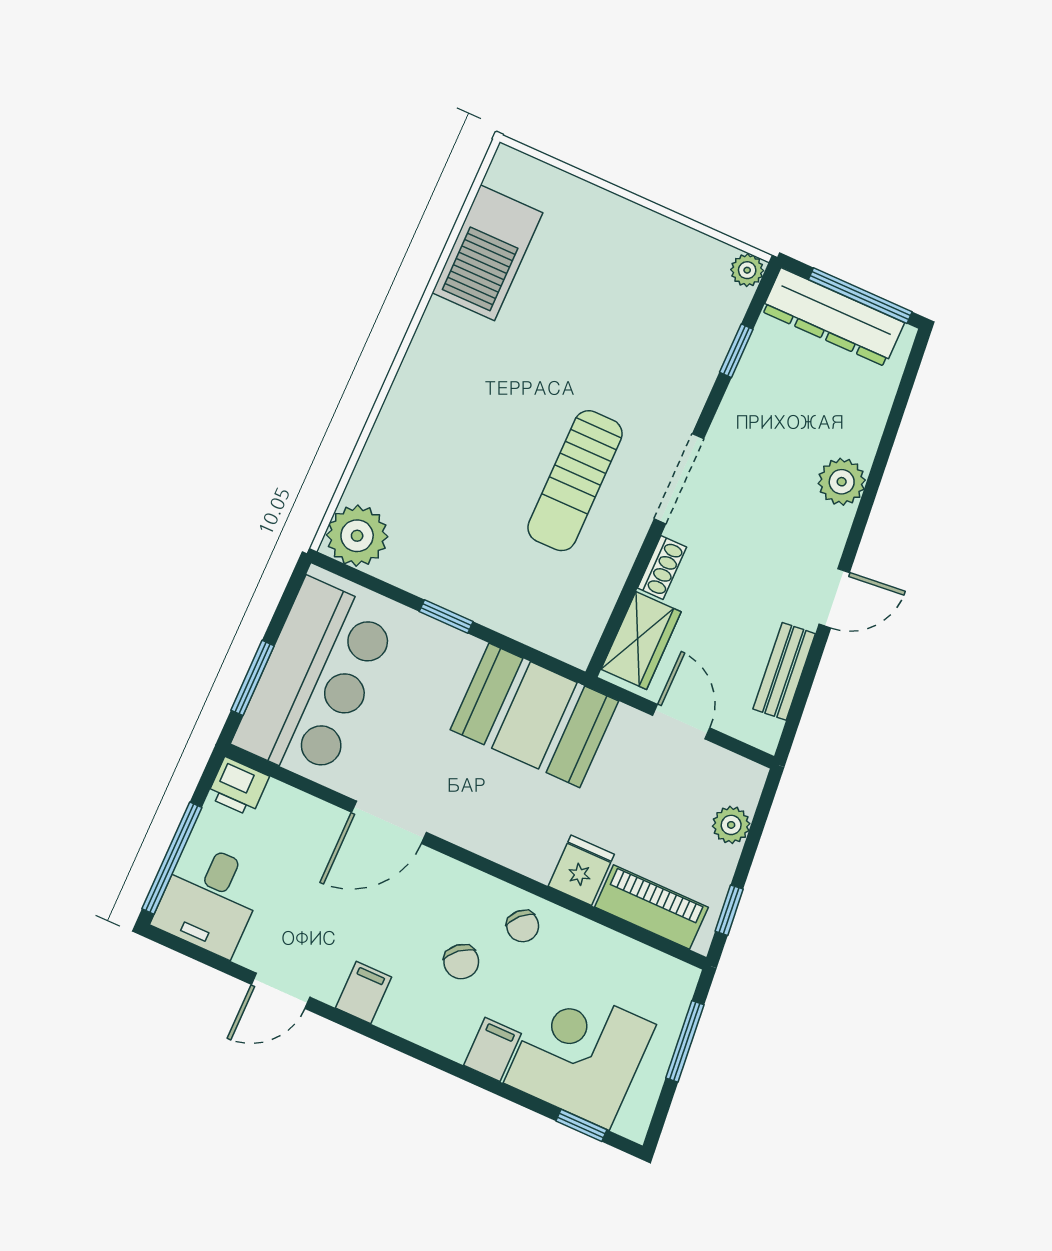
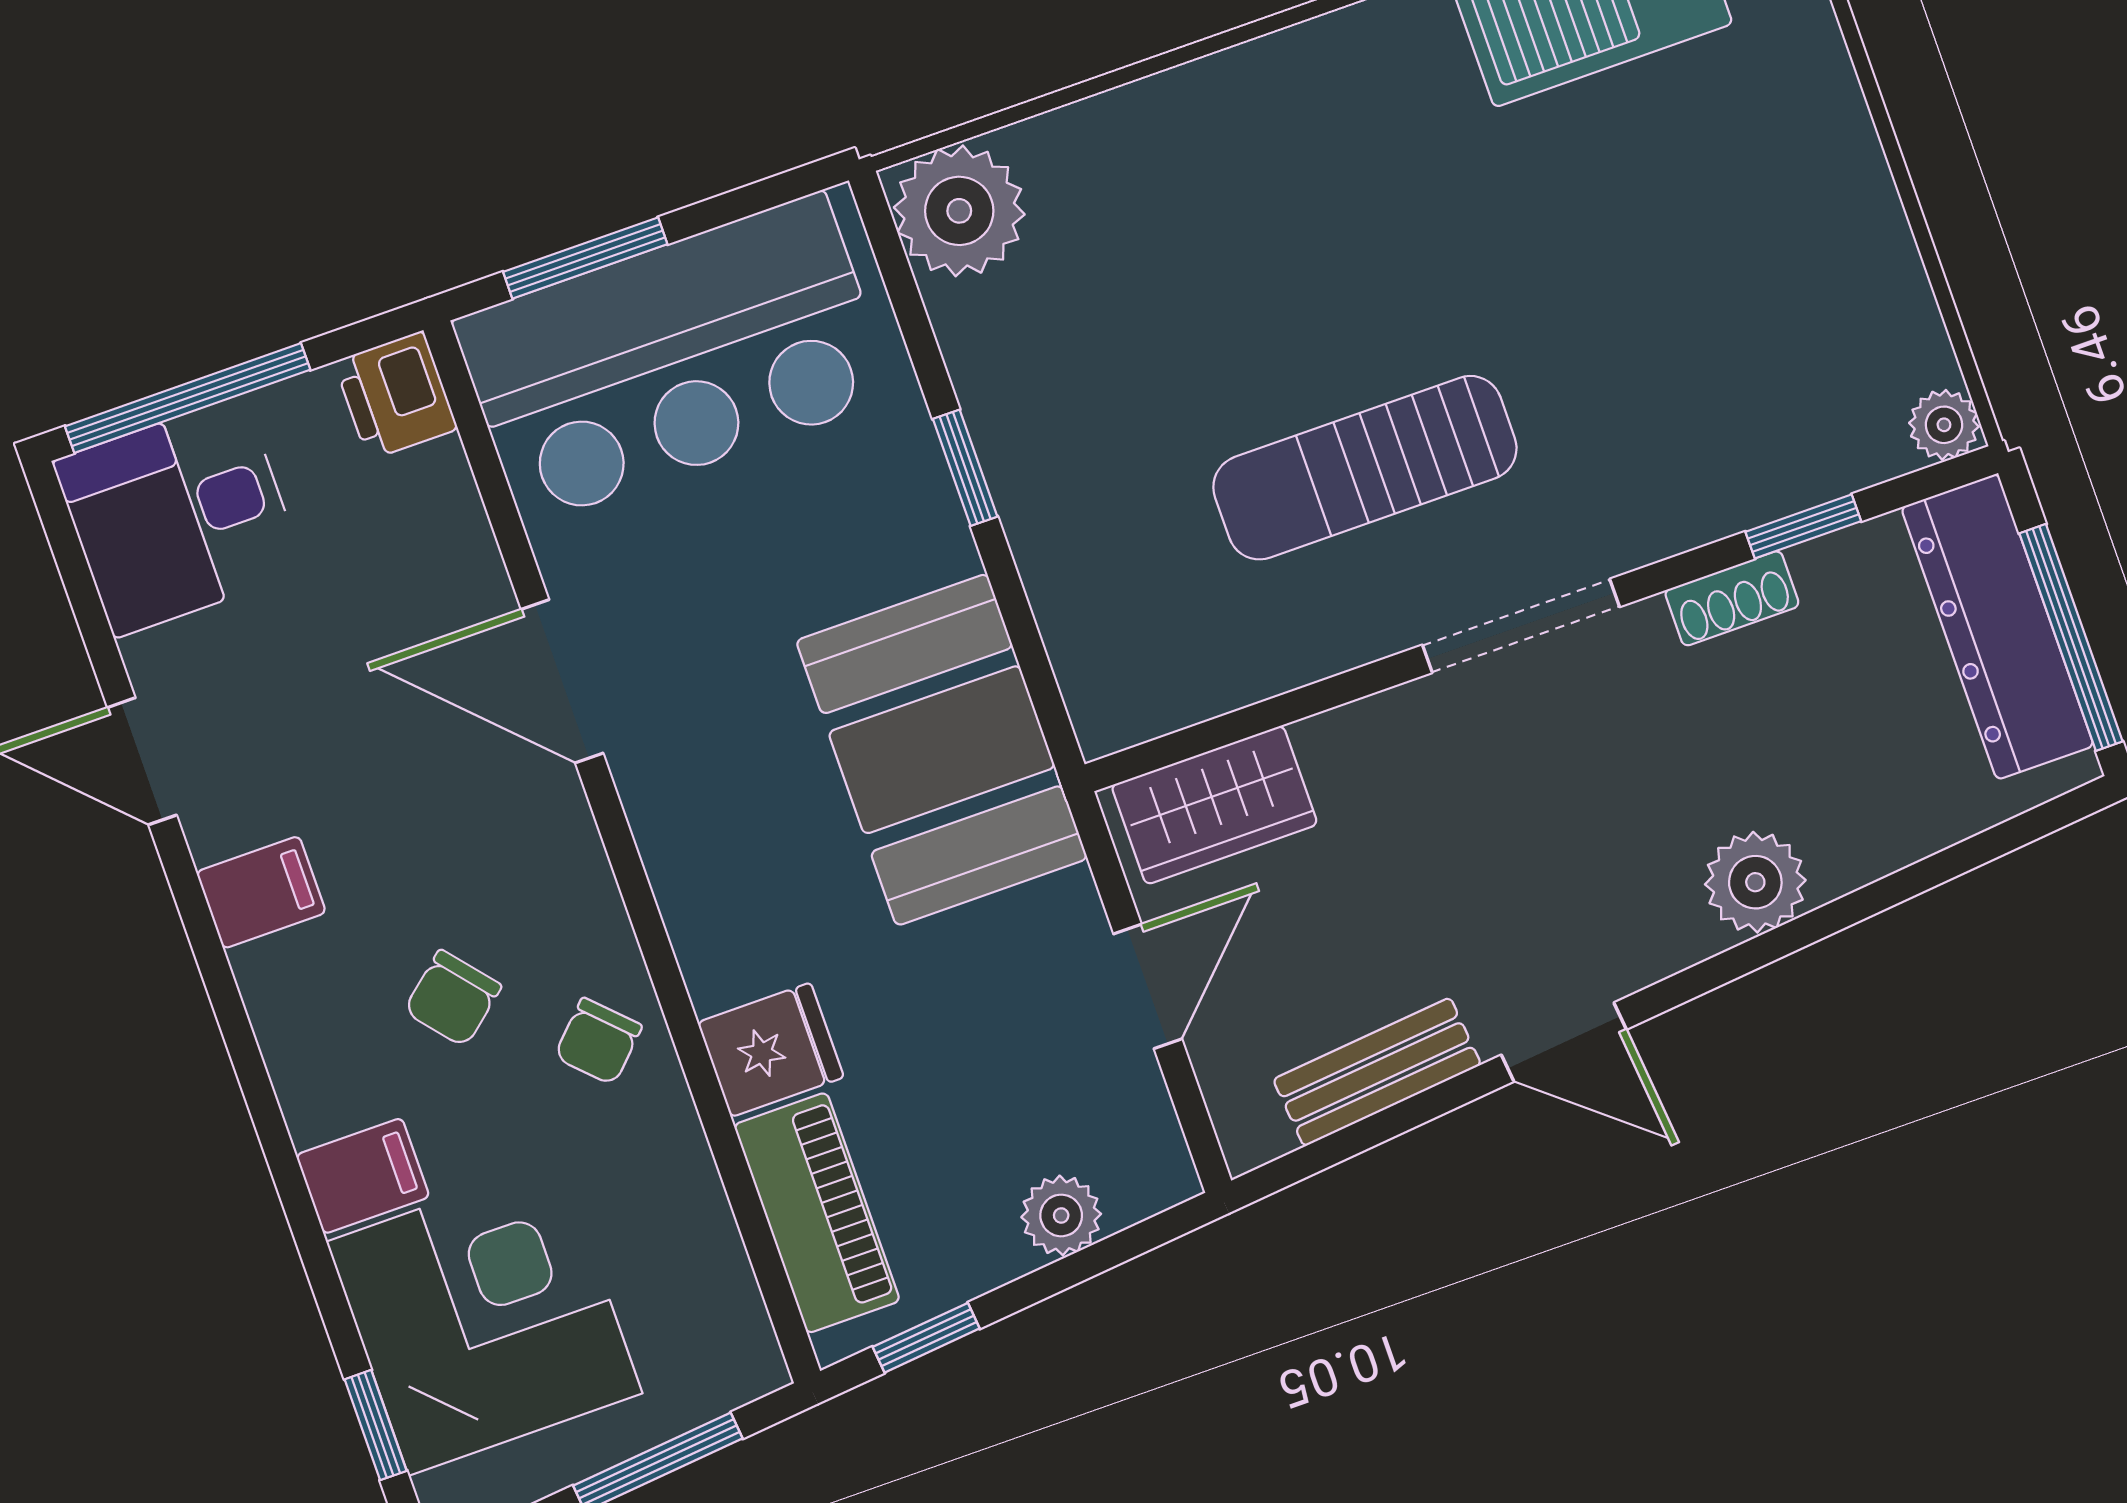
shoe rack: (662, 568) -> (1732, 598), moved

